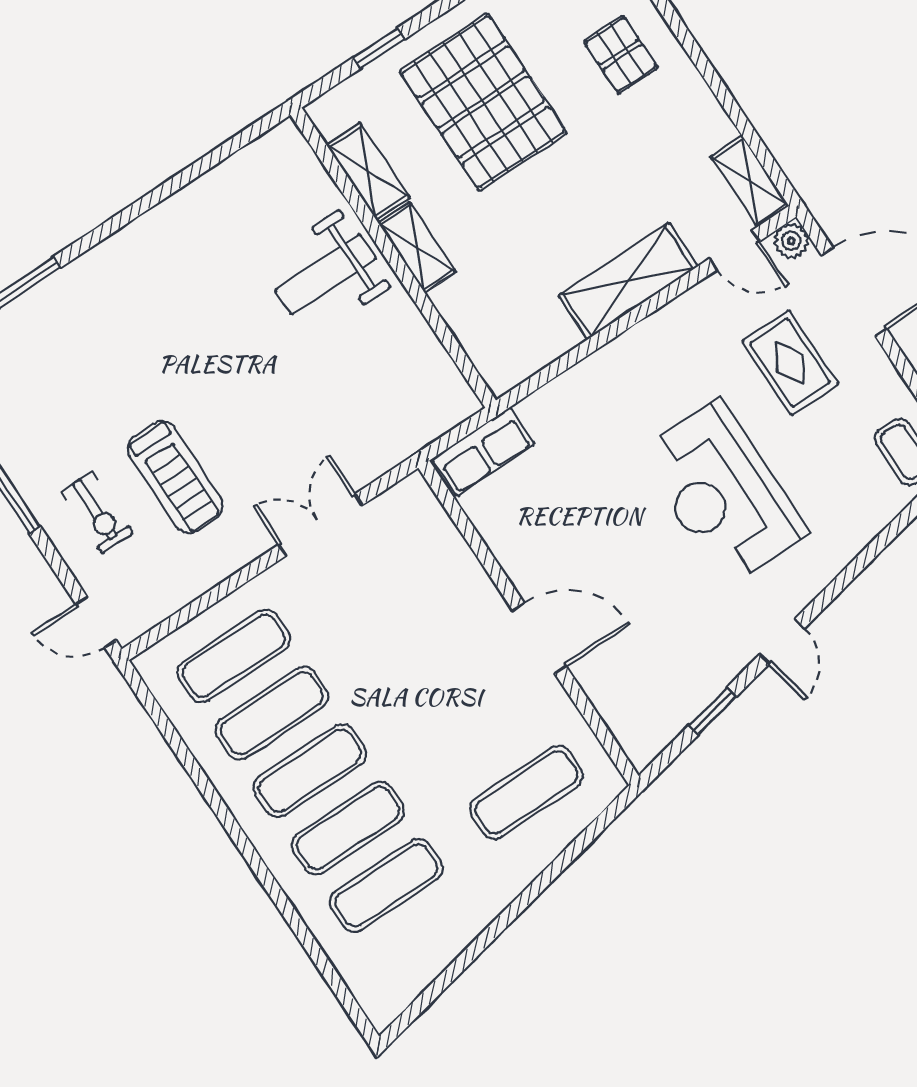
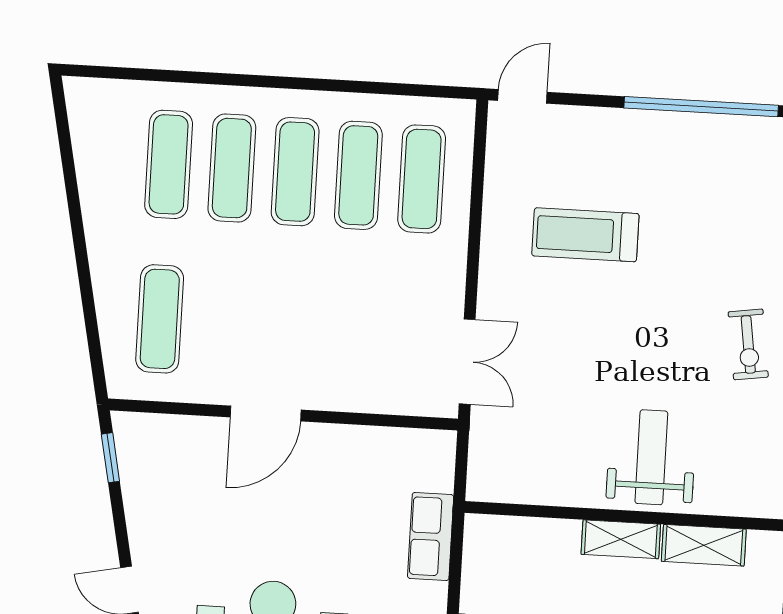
row of seats: (483, 451) -> (431, 537), moved
exercise bike: (97, 513) -> (748, 344), moved, turned -98
double door: (321, 525) -> (467, 362), moved
window: (713, 711) -> (110, 458), moved

